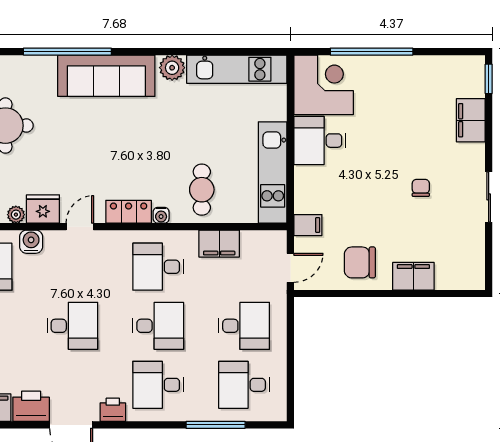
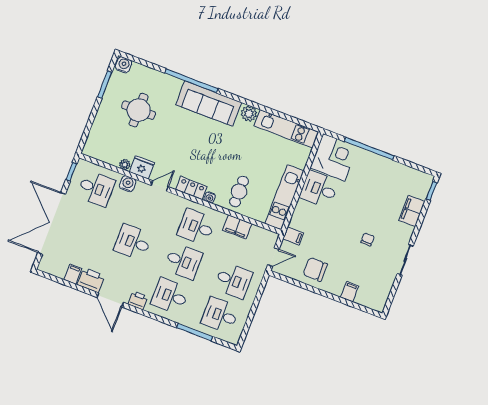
filing cabinet: (413, 276) -> (350, 292), width x0.50
desk: (72, 326) -> (133, 242), turned 180

